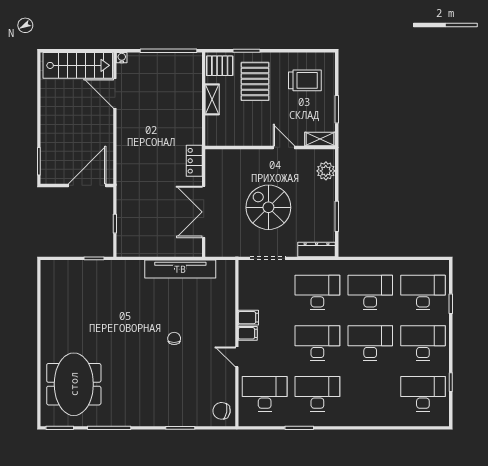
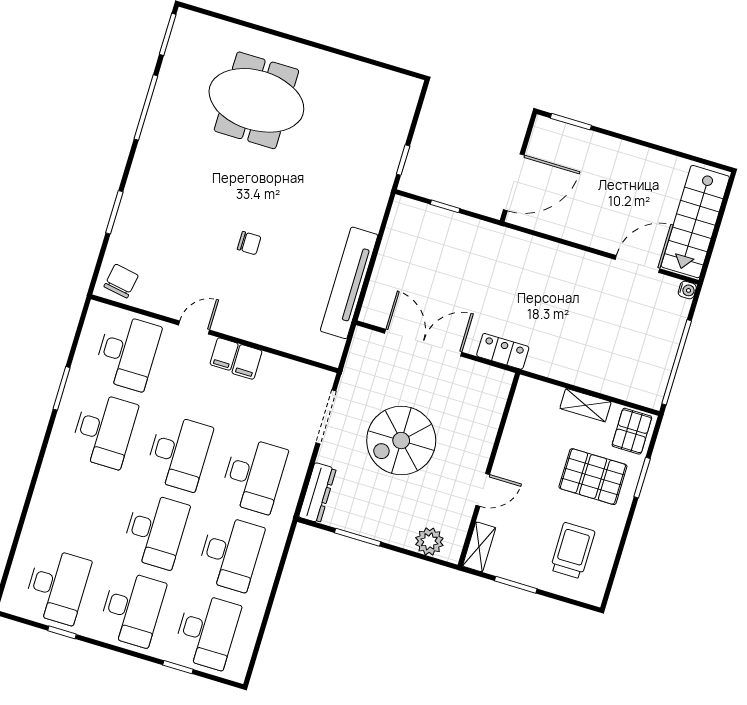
trolley: (305, 80) -> (573, 551), turned 180
door: (87, 185) -> (514, 182), hinge flipped
spiral stairs: (268, 207) -> (401, 441), turned 180
meeting table: (74, 384) -> (256, 100), moved

